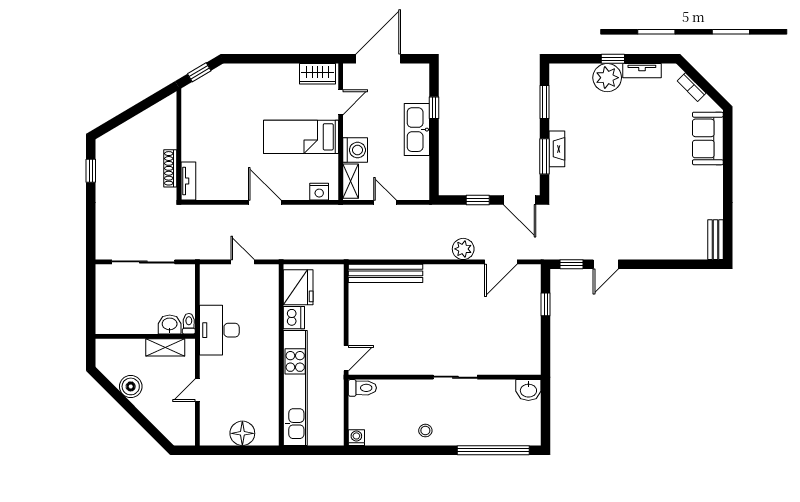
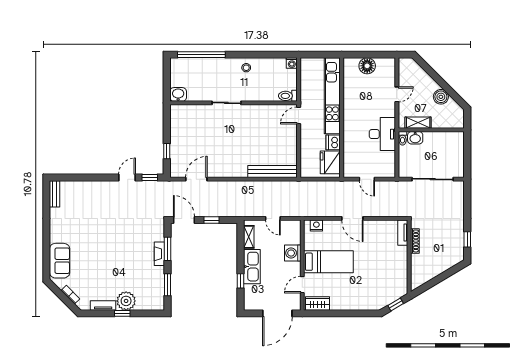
shelving: (351, 181) -> (249, 237), moved
plant: (463, 249) -> (221, 188), removed

